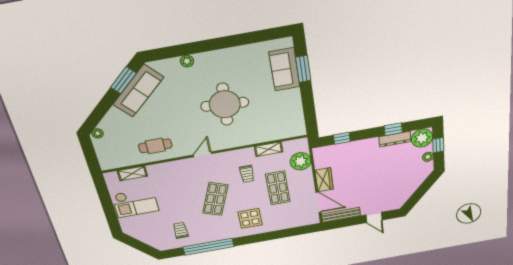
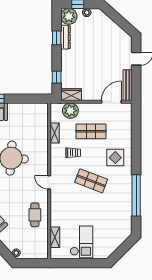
wardrobe: (324, 180) -> (71, 95), moved
trolley: (181, 230) -> (115, 214), removed

